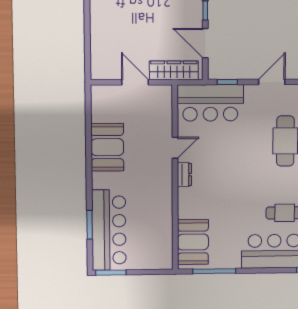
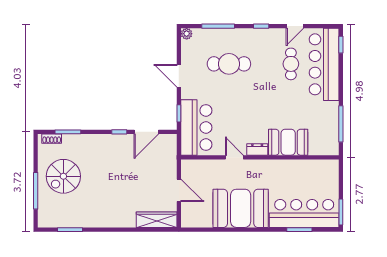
wardrobe: (174, 70) -> (157, 220), moved, turned 90
door: (135, 82) -> (179, 190), swing flipped
booth: (107, 147) -> (241, 208), width x1.36, depth x1.42
booth: (193, 242) -> (288, 142), moved

